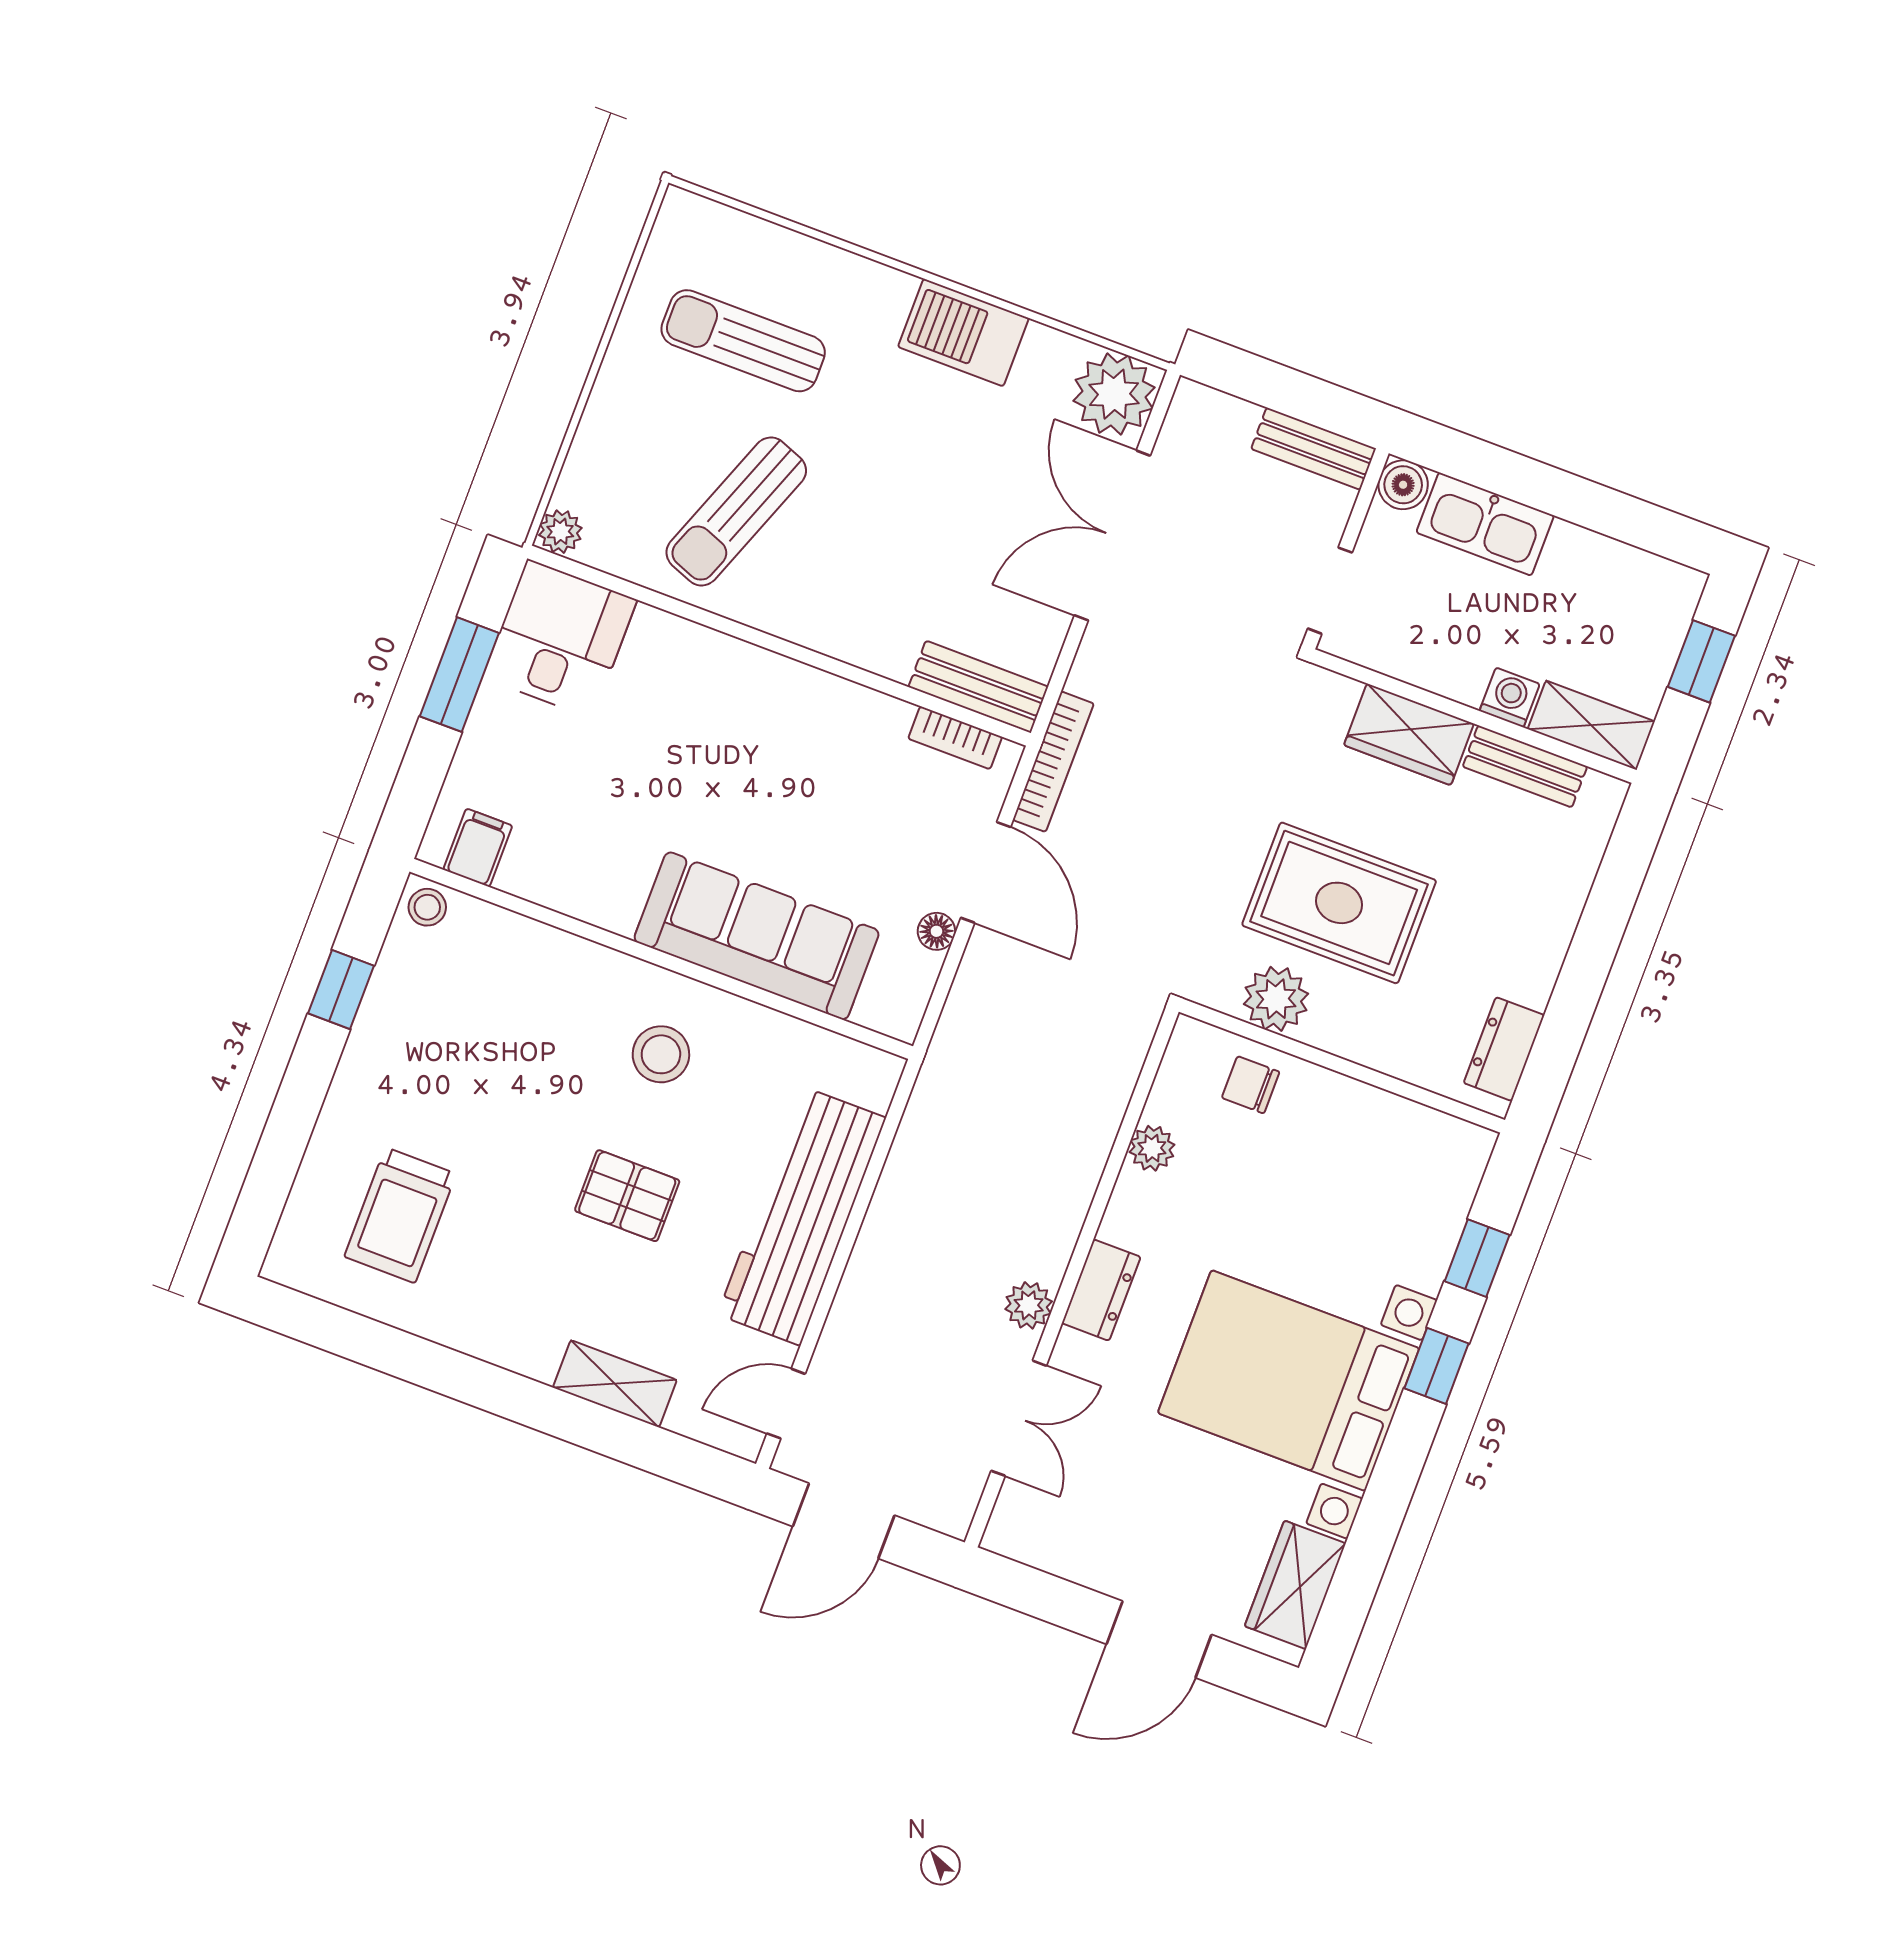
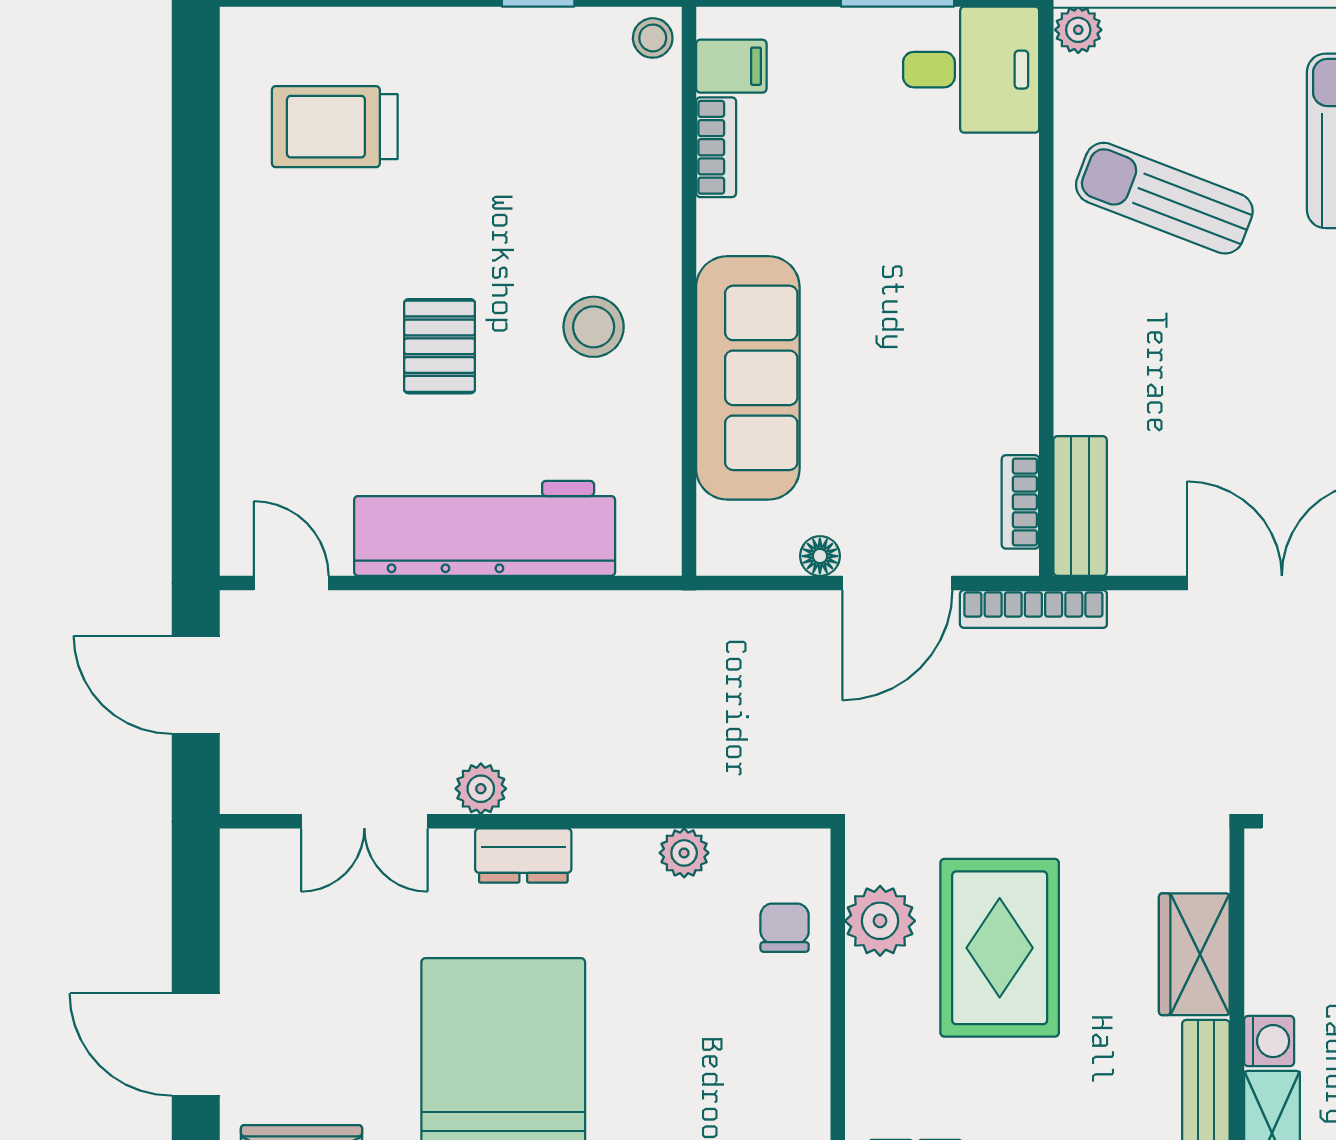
bookcase: (544, 888) -> (716, 147), added
shelving: (615, 1384) -> (247, 405), removed

